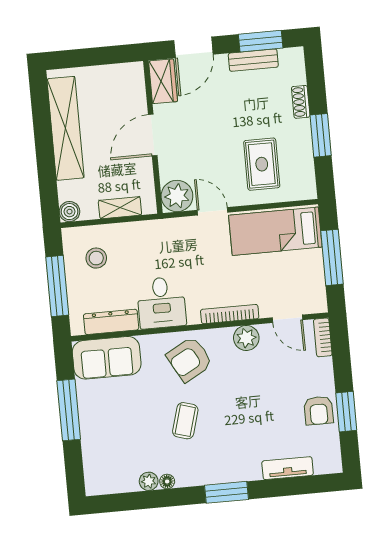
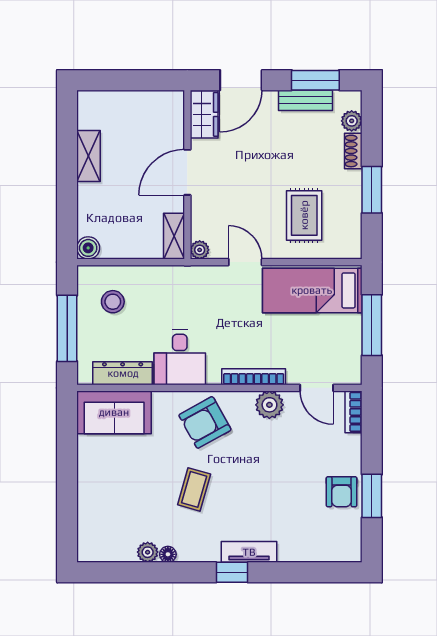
plant: (297, 75) -> (352, 121), added
shelving: (66, 128) -> (88, 156), width x0.45, depth x0.75
plant: (177, 196) -> (200, 250), width x0.53, depth x0.53
shelving: (120, 208) -> (174, 236), moved, turned 90
window: (69, 410) -> (67, 466), removed
tv unit: (288, 468) -> (249, 552), moved
window: (226, 492) -> (232, 572), width x0.67

